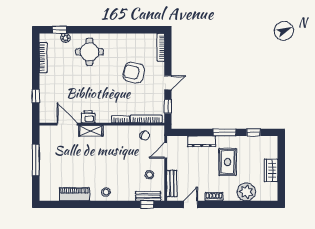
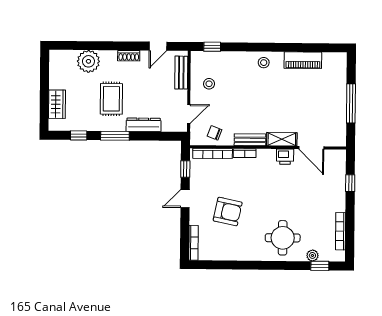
wardrobe: (271, 170) -> (57, 104), moved
bench: (148, 196) -> (250, 140), moved

